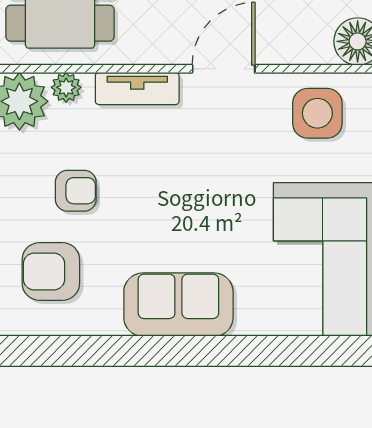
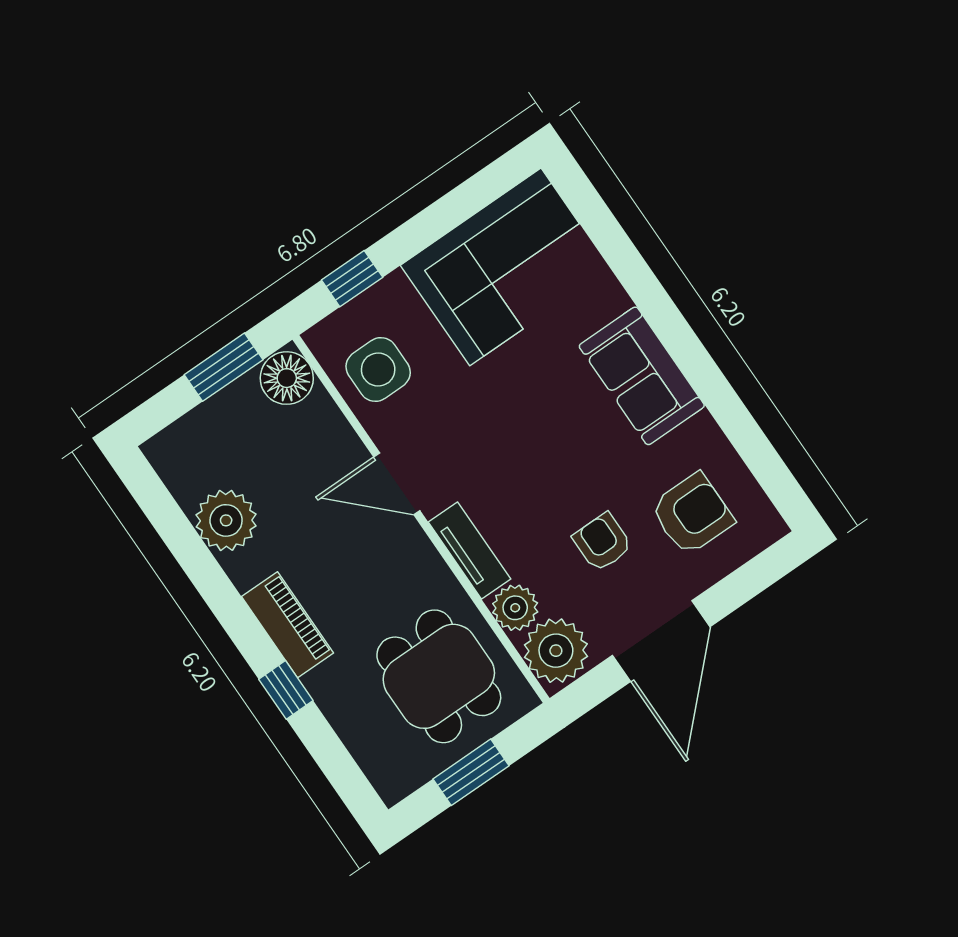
plant: (66, 87) -> (515, 608), width x1.38, depth x1.38
armchair: (51, 271) -> (692, 514), turned -90

